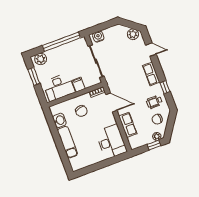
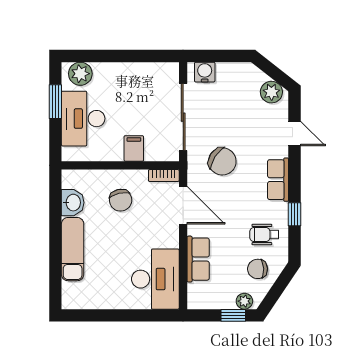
window: (61, 42) -> (132, 56), removed
chair: (122, 75) -> (222, 161), added
desk: (59, 87) -> (83, 119), moved, turned 90

